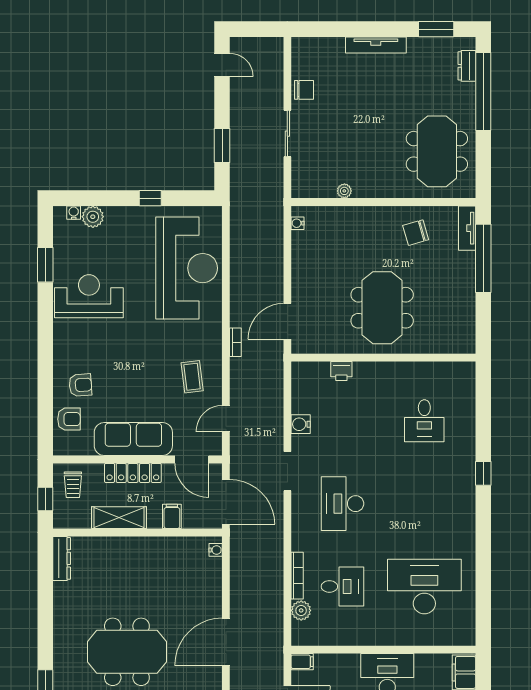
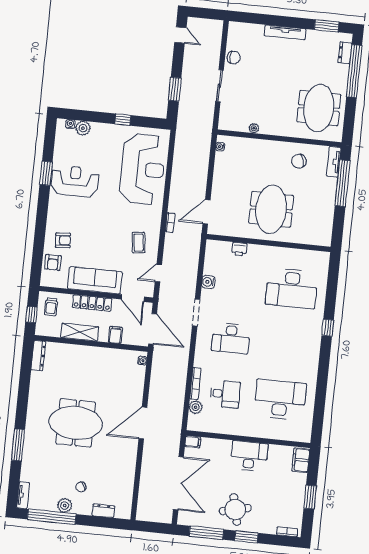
window: (45, 265) -> (46, 173), moved
armchair: (69, 419) -> (53, 262), turned 90
desk: (424, 421) -> (292, 288), width x1.87, depth x1.30
desk: (342, 504) -> (231, 338), turned -90

